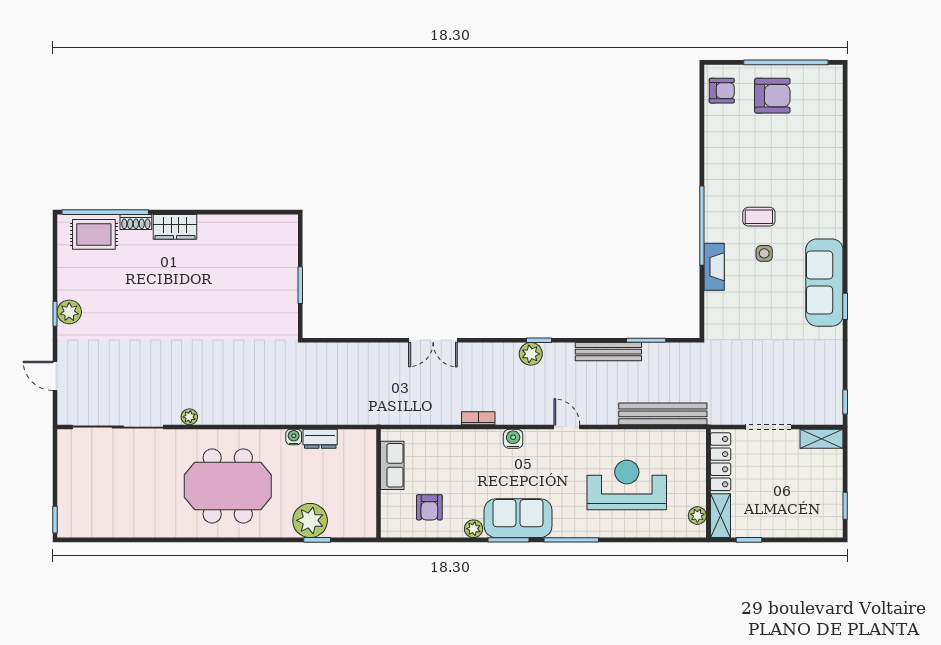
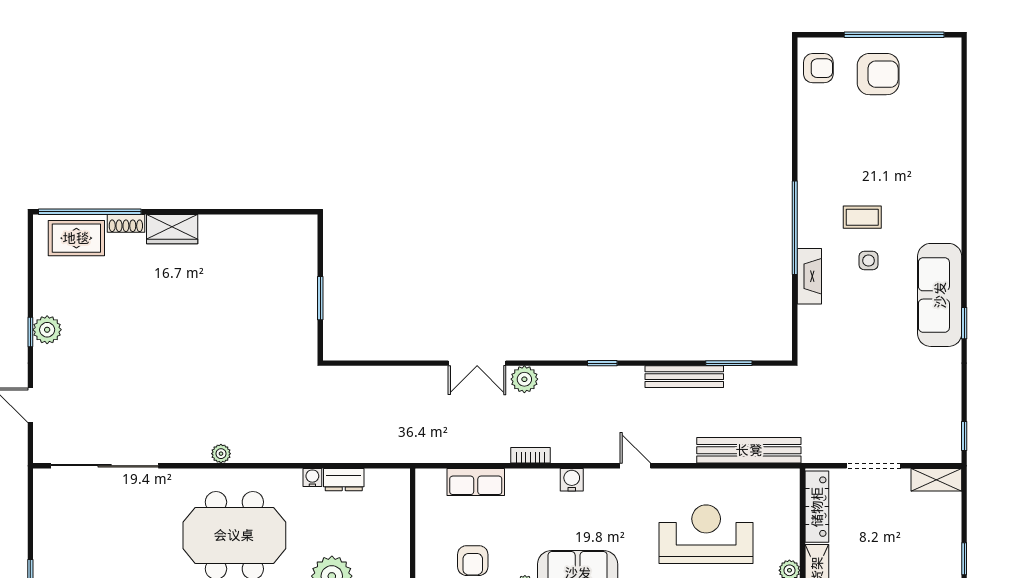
plant: (531, 354) -> (524, 379), moved
plant: (189, 417) -> (221, 454), moved
row of seats: (392, 465) -> (476, 482), moved, turned 90

